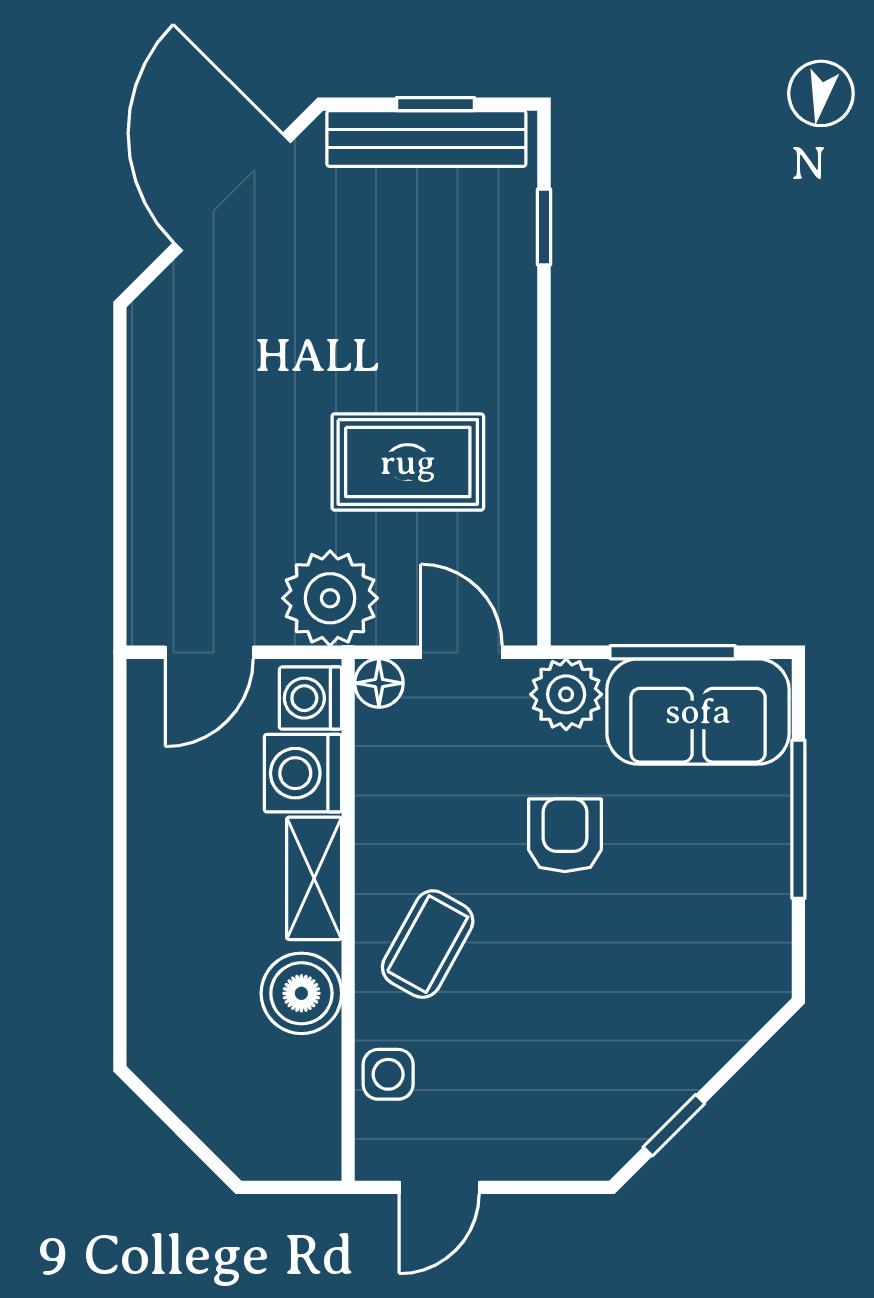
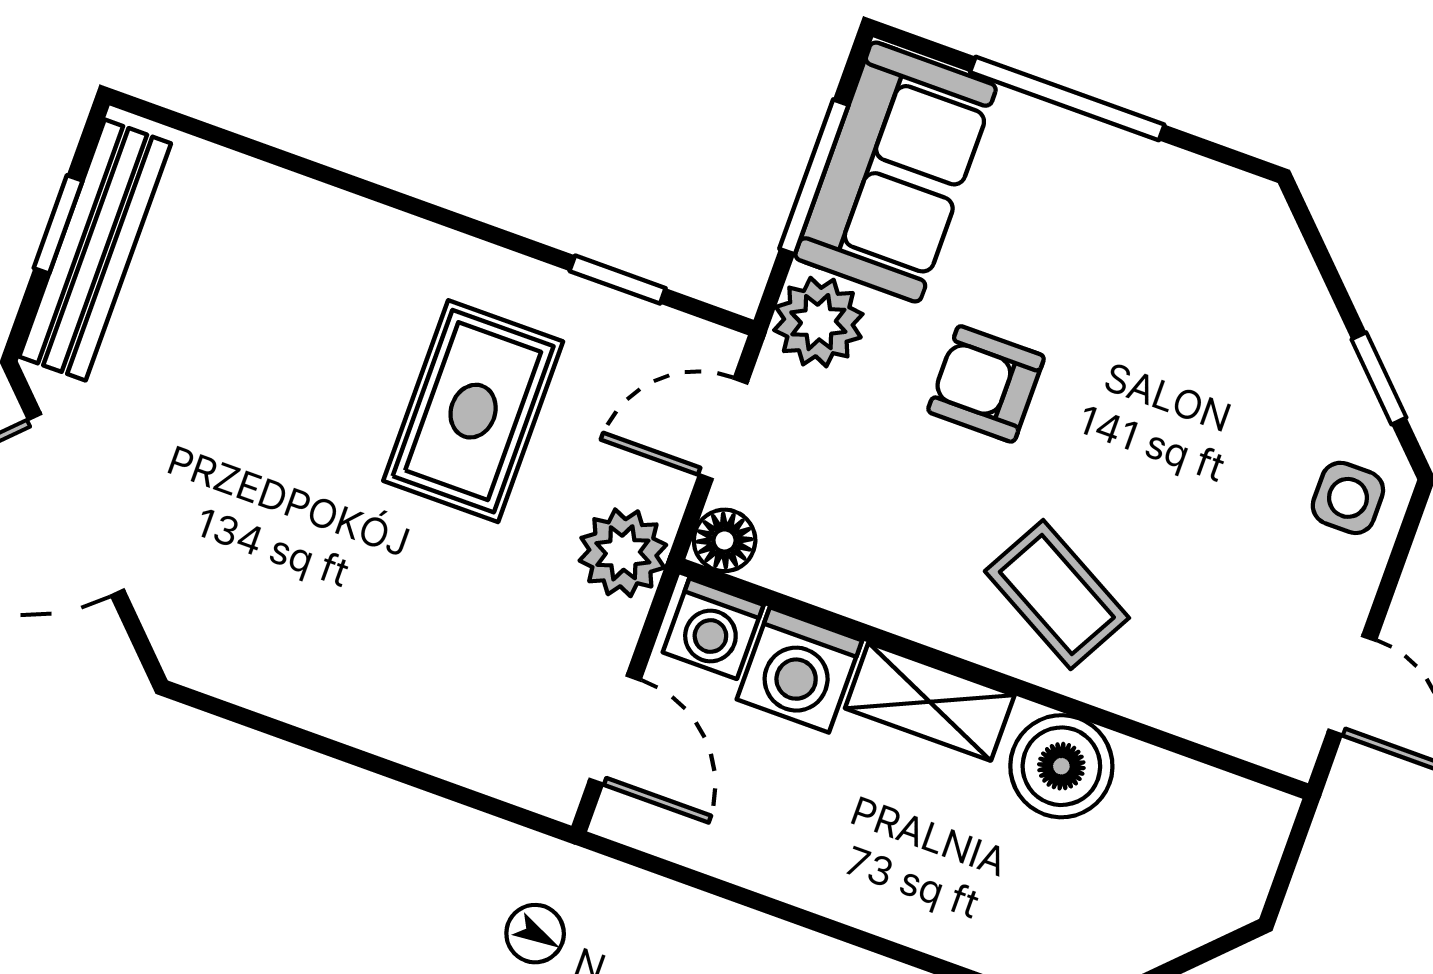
window: (544, 227) -> (618, 280), moved
plant: (330, 598) -> (623, 553), width x0.73, depth x0.73
side table: (388, 1074) -> (1348, 498), moved

